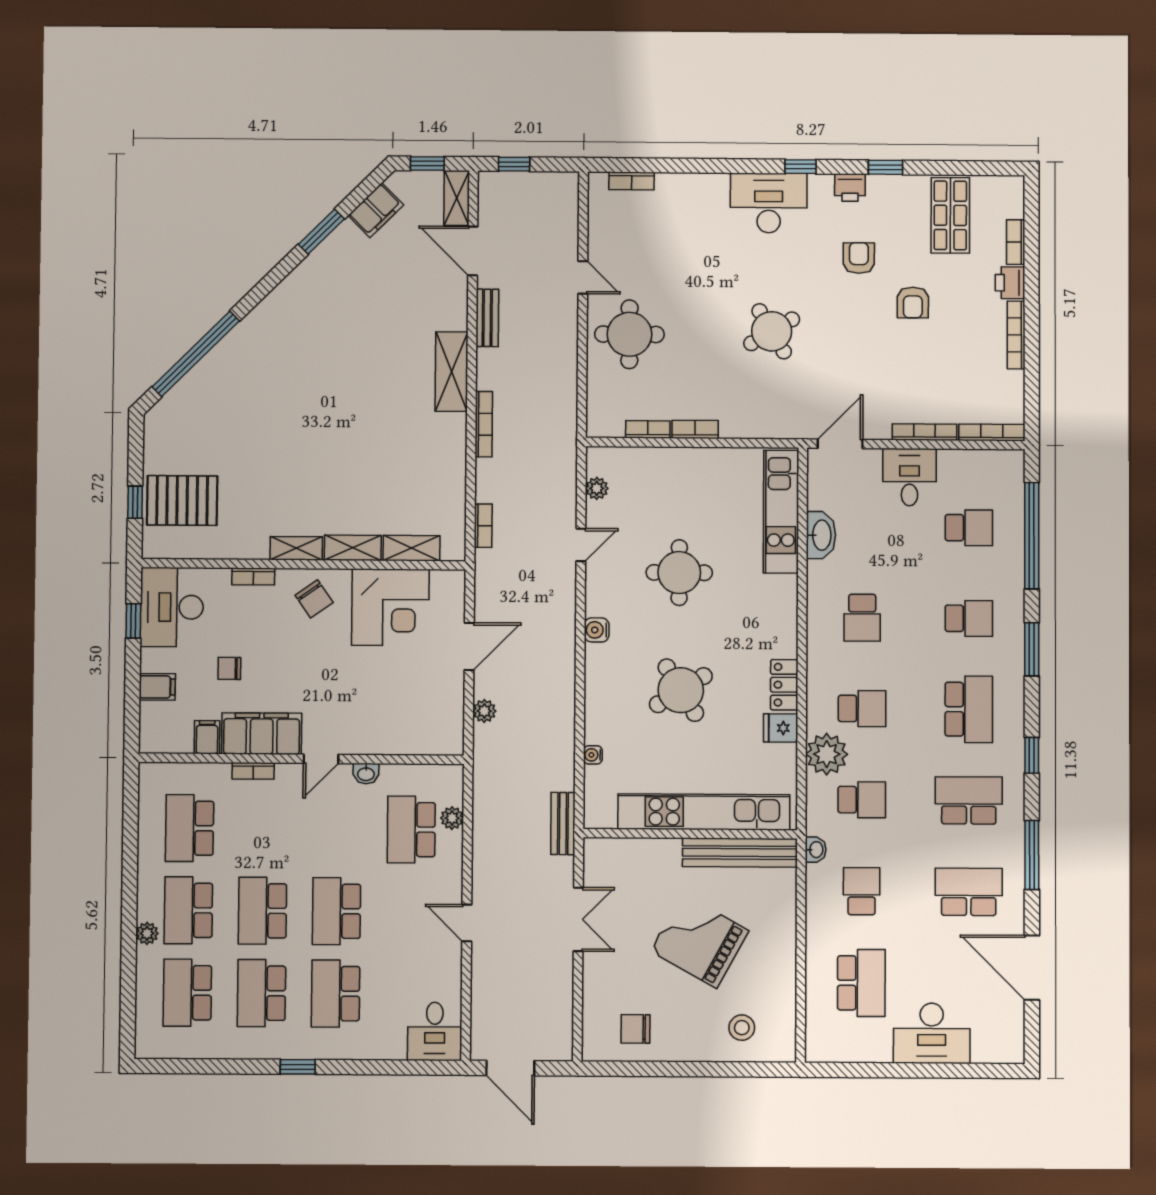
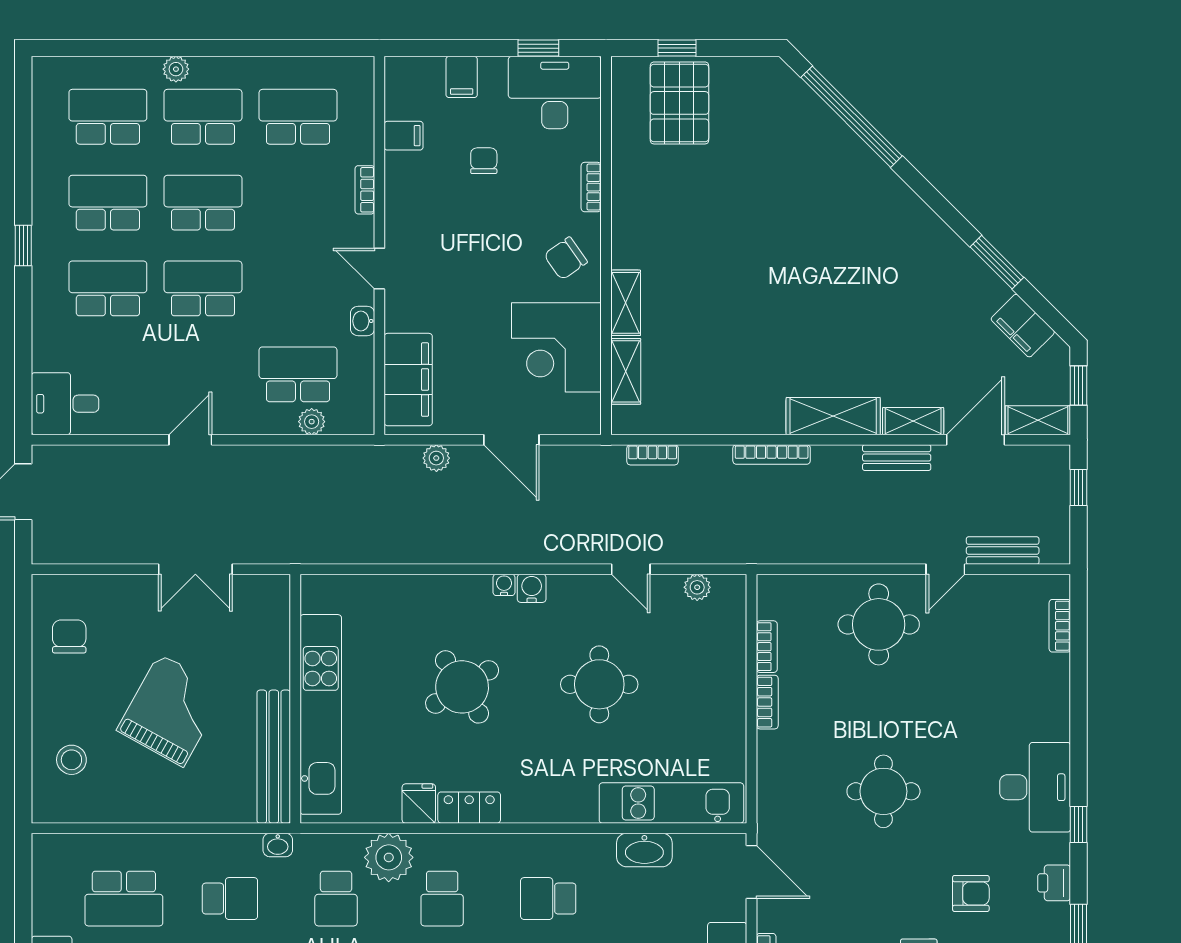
round table: (772, 331) -> (883, 791), turned 31
shelving: (296, 548) -> (913, 421), moved, turned 90
filing cabinet: (262, 734) -> (408, 380), moved
water cooler: (593, 755) -> (504, 585), moved
bench: (563, 824) -> (1003, 551), moved

